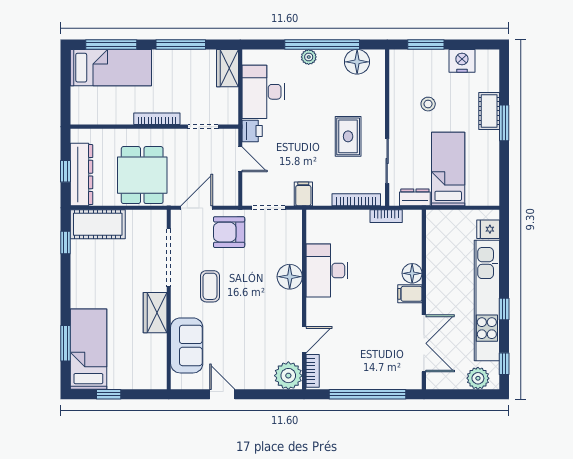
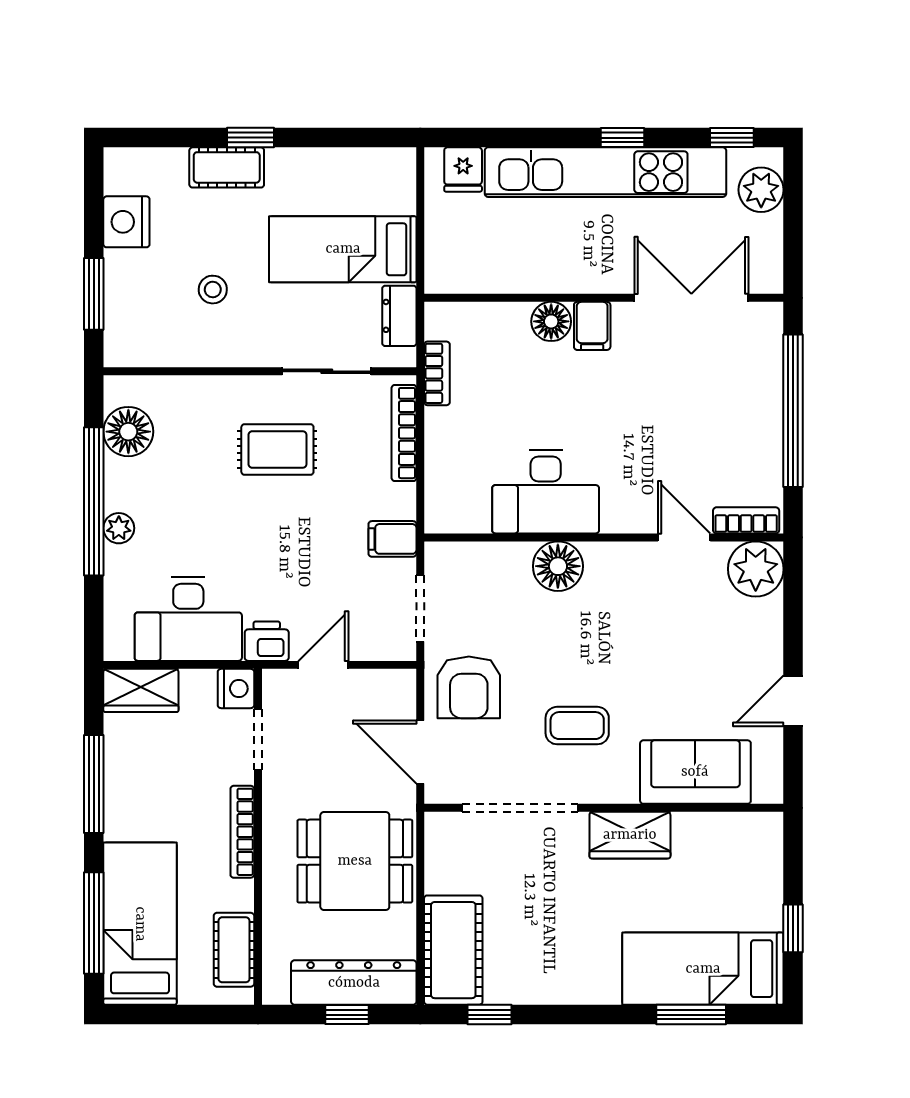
cot: (98, 115) -> (234, 950), added
nightstand: (228, 116) -> (236, 689), added
window: (504, 123) -> (250, 138), width x0.67

